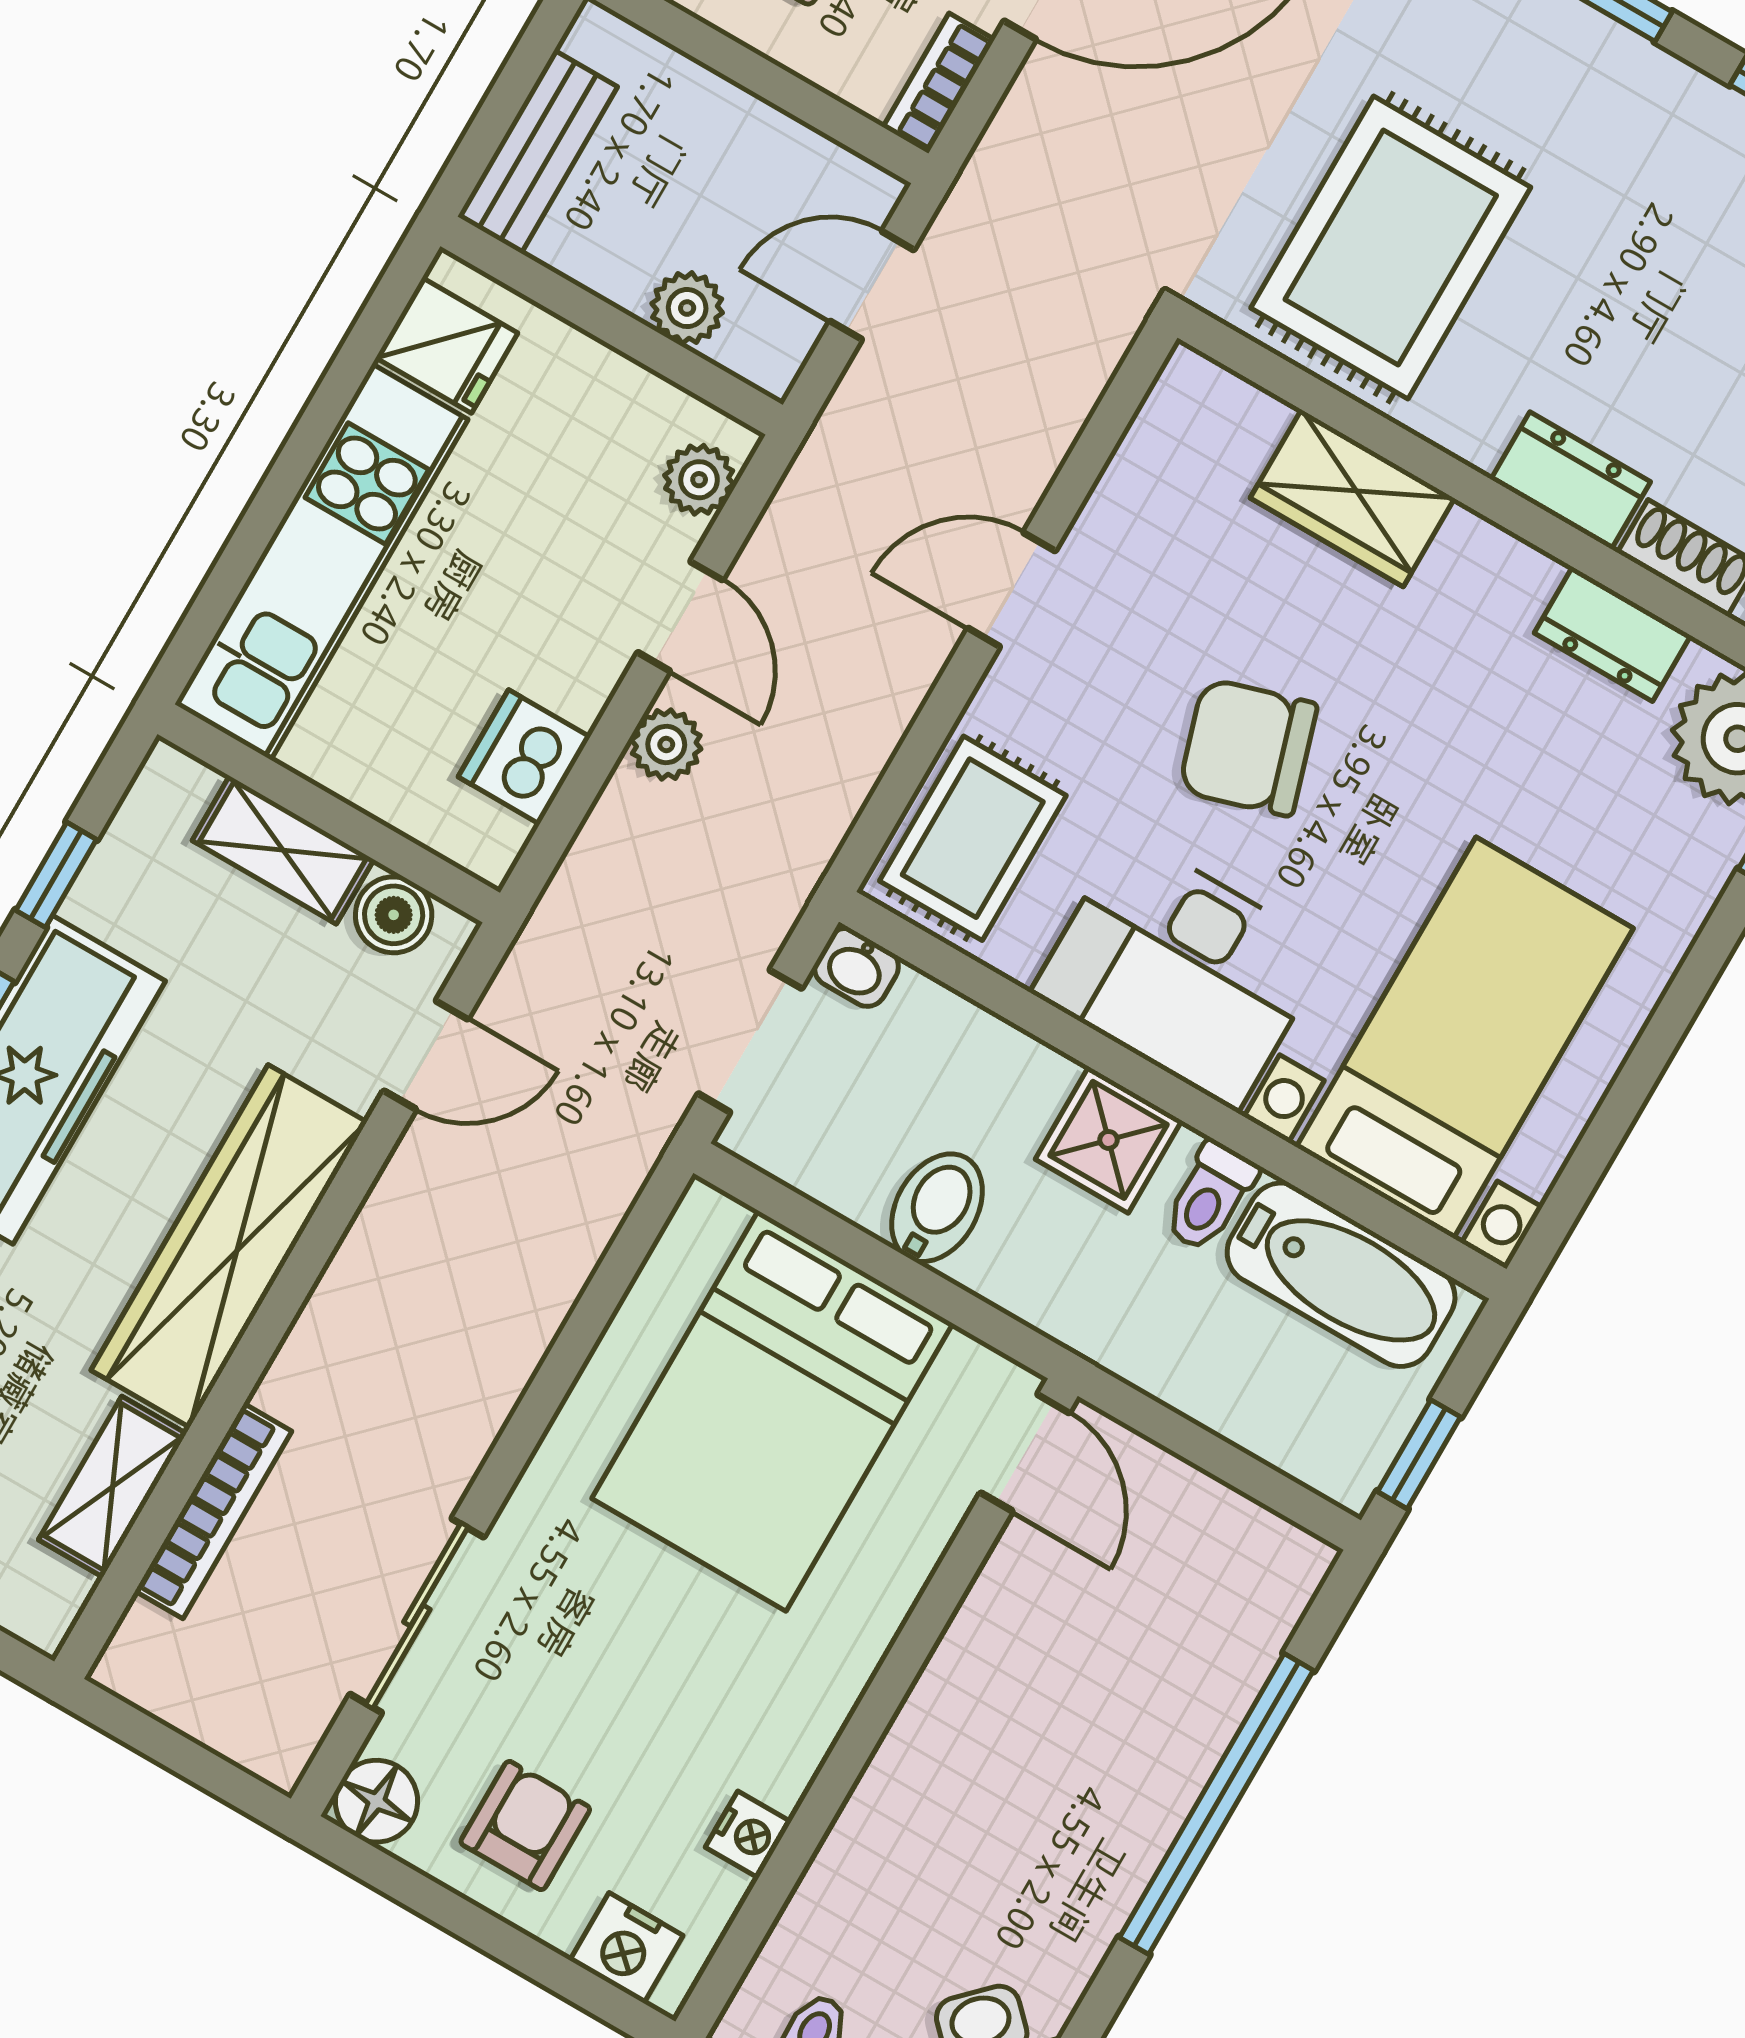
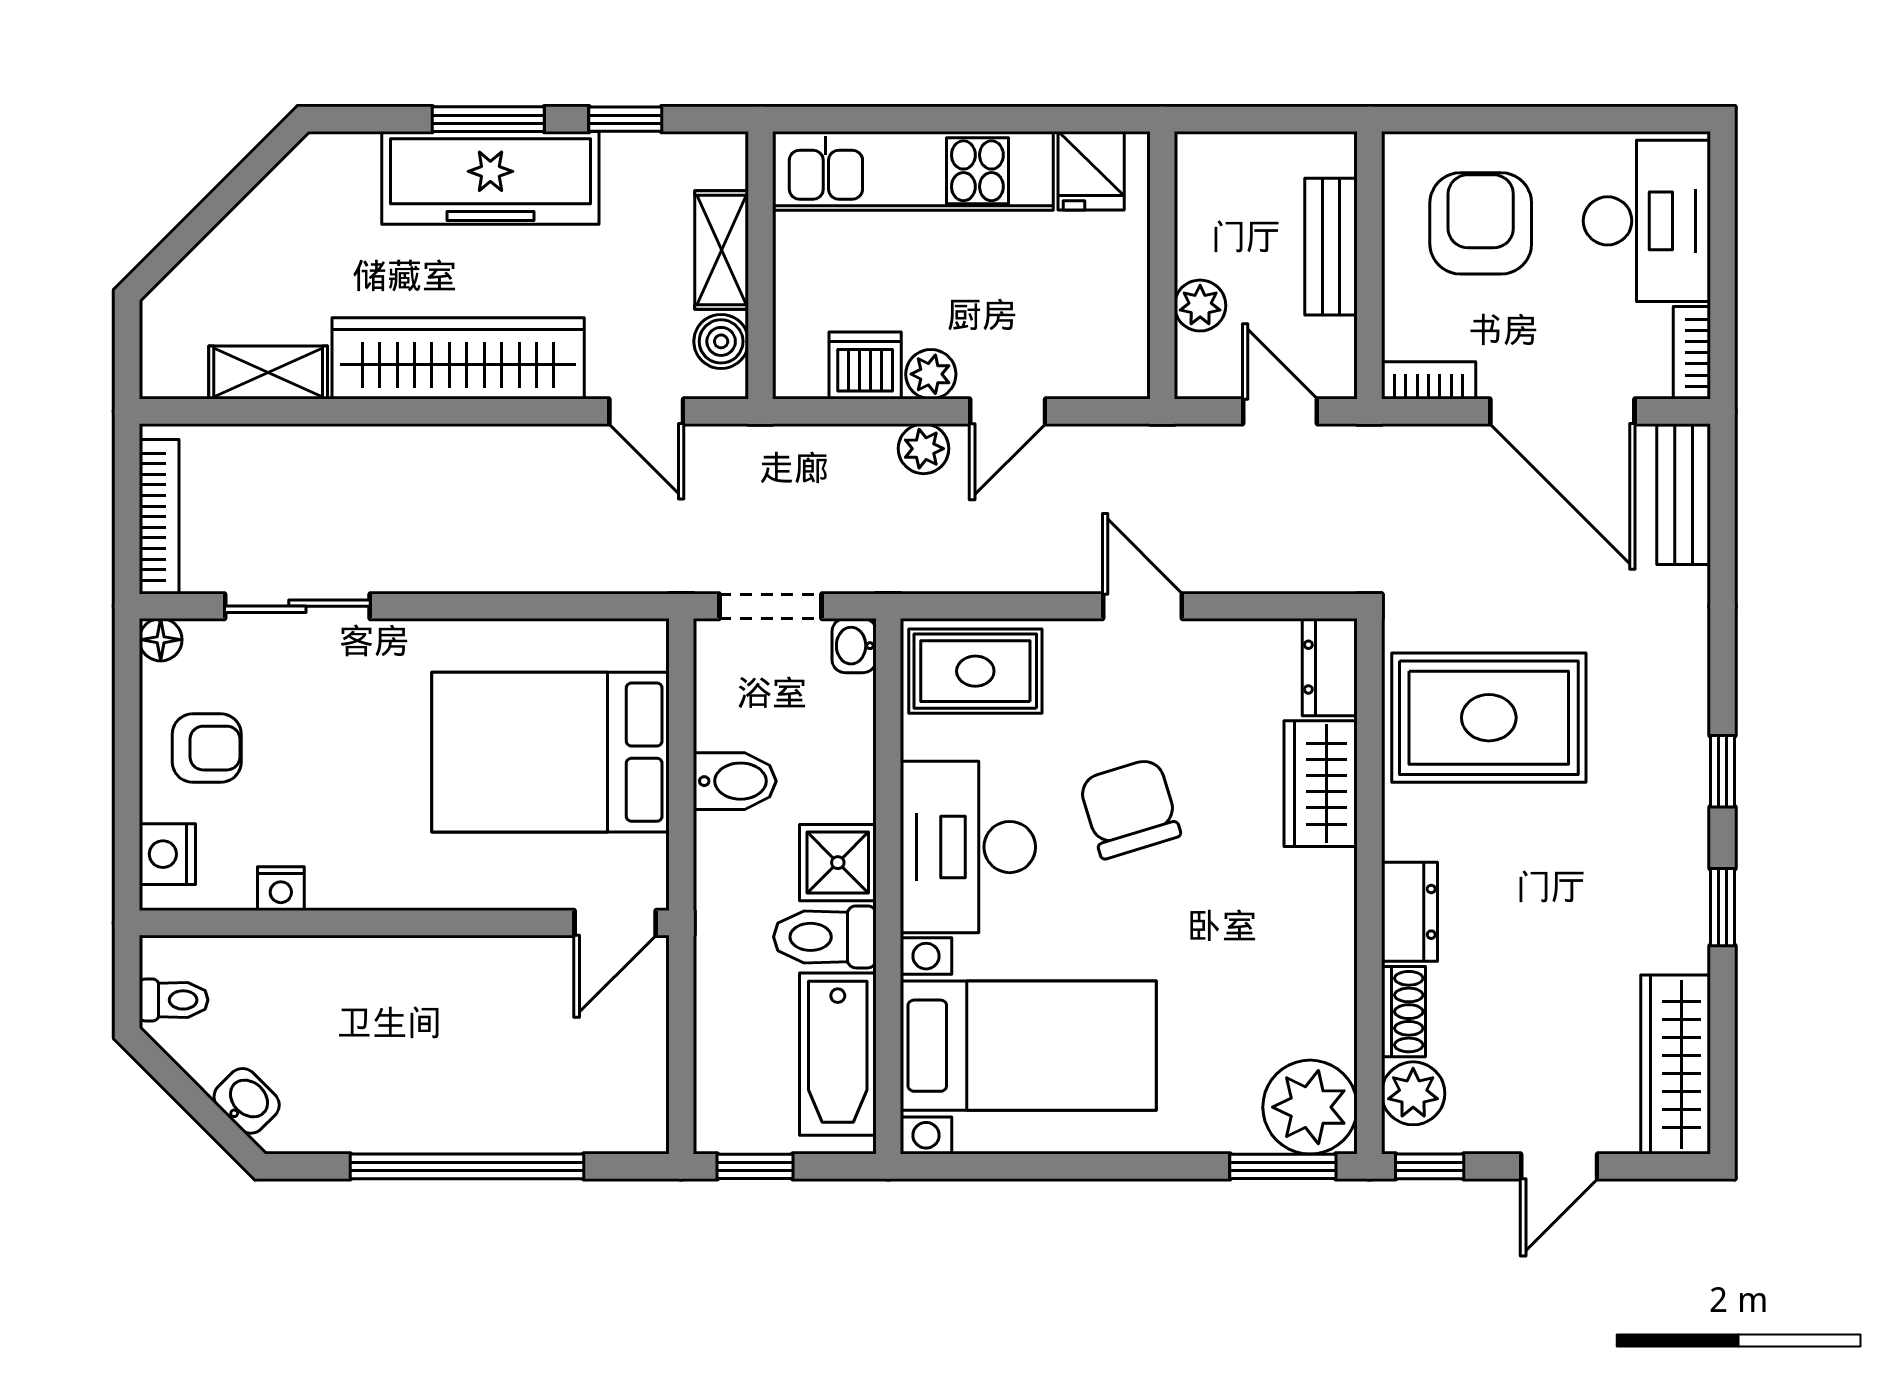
bench: (538, 152) -> (1331, 247), moved, turned 90
plant: (699, 480) -> (931, 374), moved
dresser: (1612, 634) -> (1330, 667), moved
toilet: (1210, 1196) -> (825, 937), width x1.37, depth x1.39
bookcase: (213, 1511) -> (159, 517), moved, turned -90
floor lamp: (376, 1801) -> (161, 640), width x0.73, depth x0.73

